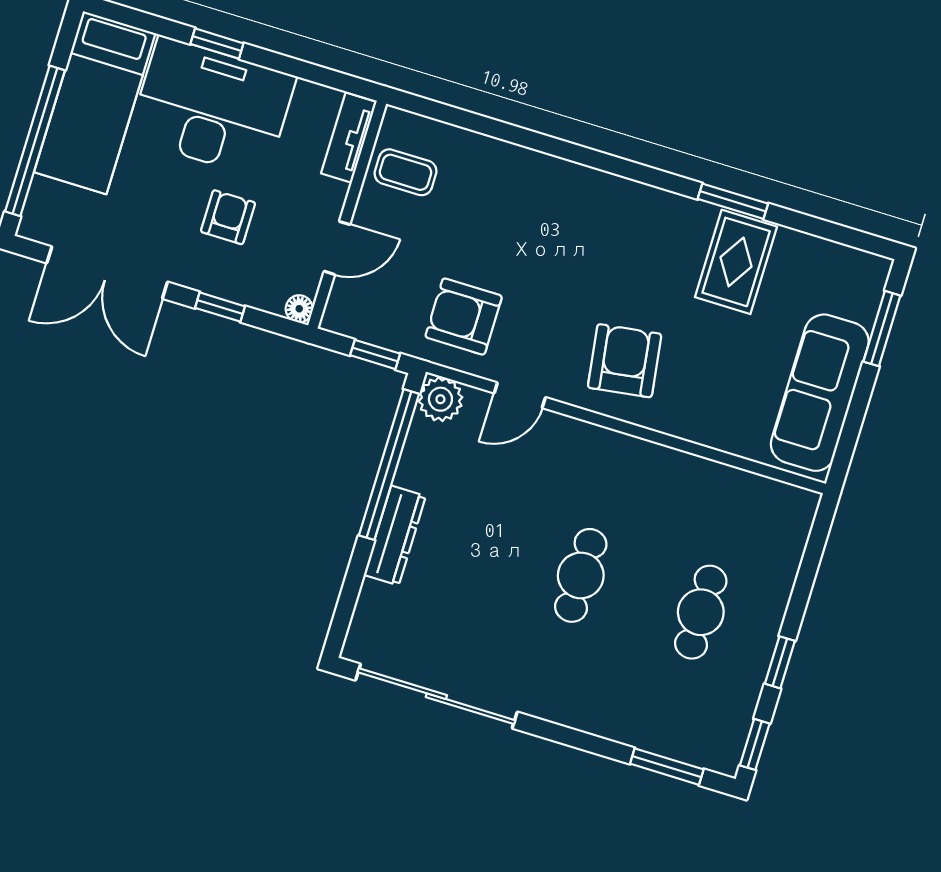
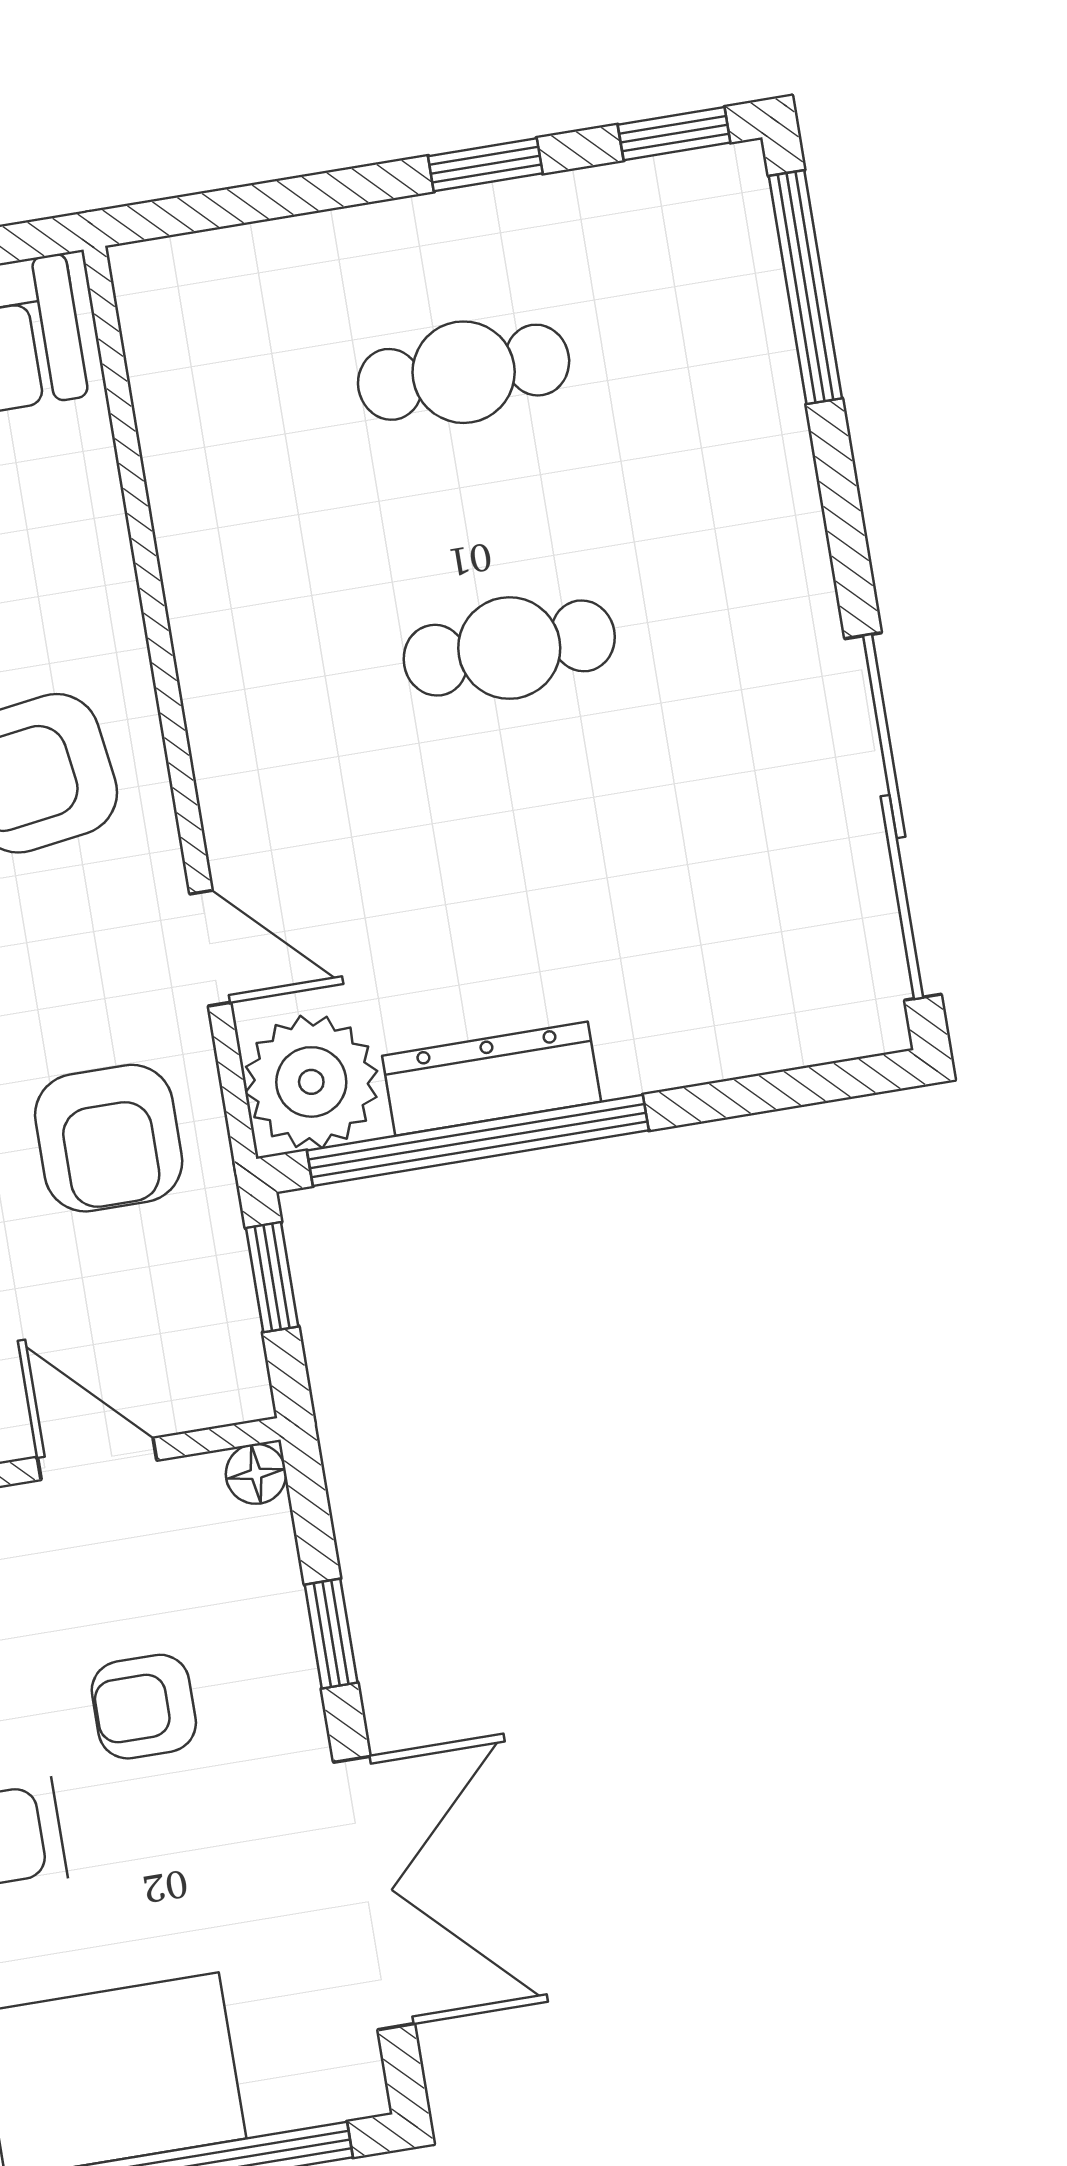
plant: (440, 399) -> (311, 1082), width x1.36, depth x1.36
dresser: (395, 536) -> (492, 1079), moved
window: (667, 767) -> (805, 287), width x1.44

